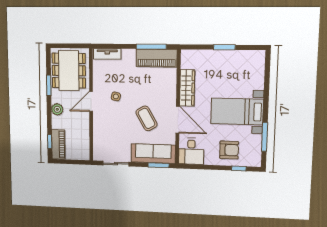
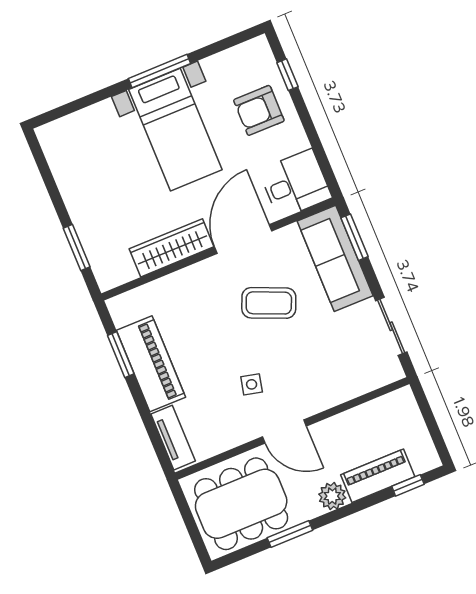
window: (151, 47) -> (121, 355), width x0.69
window: (224, 47) -> (77, 247), moved
piano: (157, 58) -> (151, 364), moved
coffee table: (146, 118) -> (269, 303), turned 53
window: (265, 137) -> (159, 71), moved
piano: (58, 144) -> (378, 476), moved
armchair: (229, 150) -> (259, 110), turned -90

